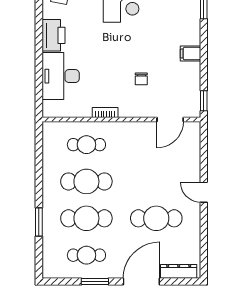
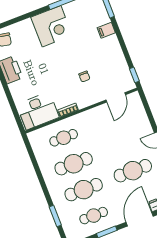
filing cabinet: (190, 54) -> (106, 30), moved
desk: (61, 76) -> (38, 111), moved, turned -90
window: (39, 222) -> (55, 216), moved

